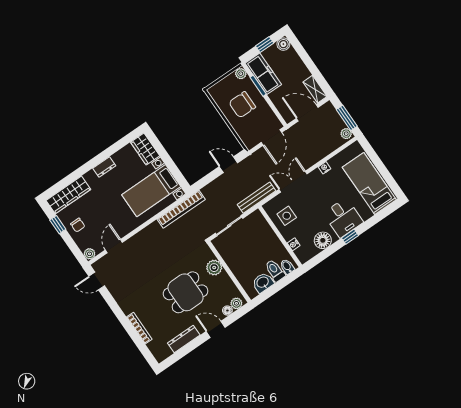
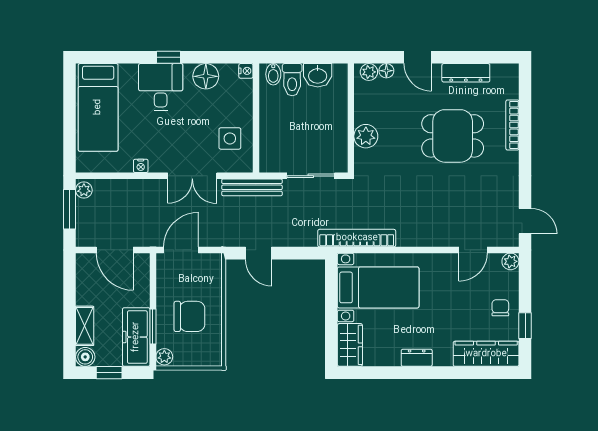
shelving: (315, 89) -> (85, 326), moved
nightstand: (294, 244) -> (246, 71), moved
dining table: (186, 292) -> (453, 136), moved

